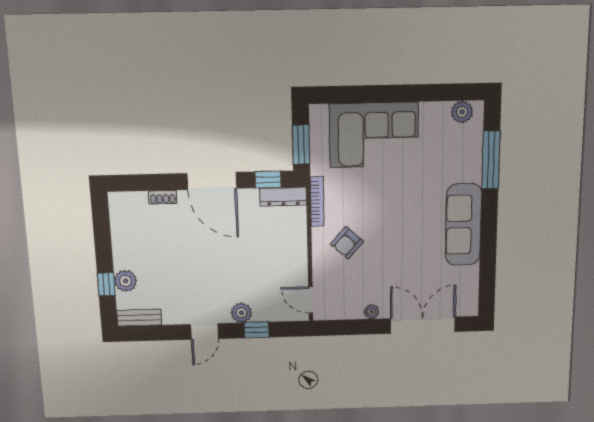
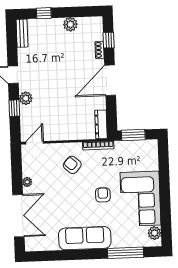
corner sofa: (374, 135) -> (140, 199), moved
window: (268, 180) -> (109, 40), moved
armchair: (396, 195) -> (103, 195), added
plant: (125, 281) -> (70, 24), moved

